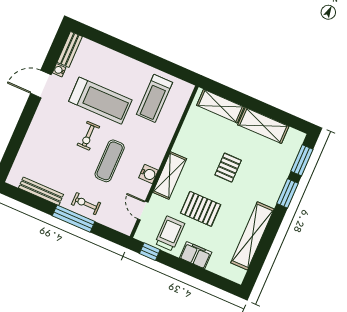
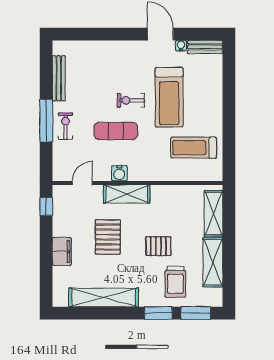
trolley: (170, 233) -> (175, 282), moved, turned 90

